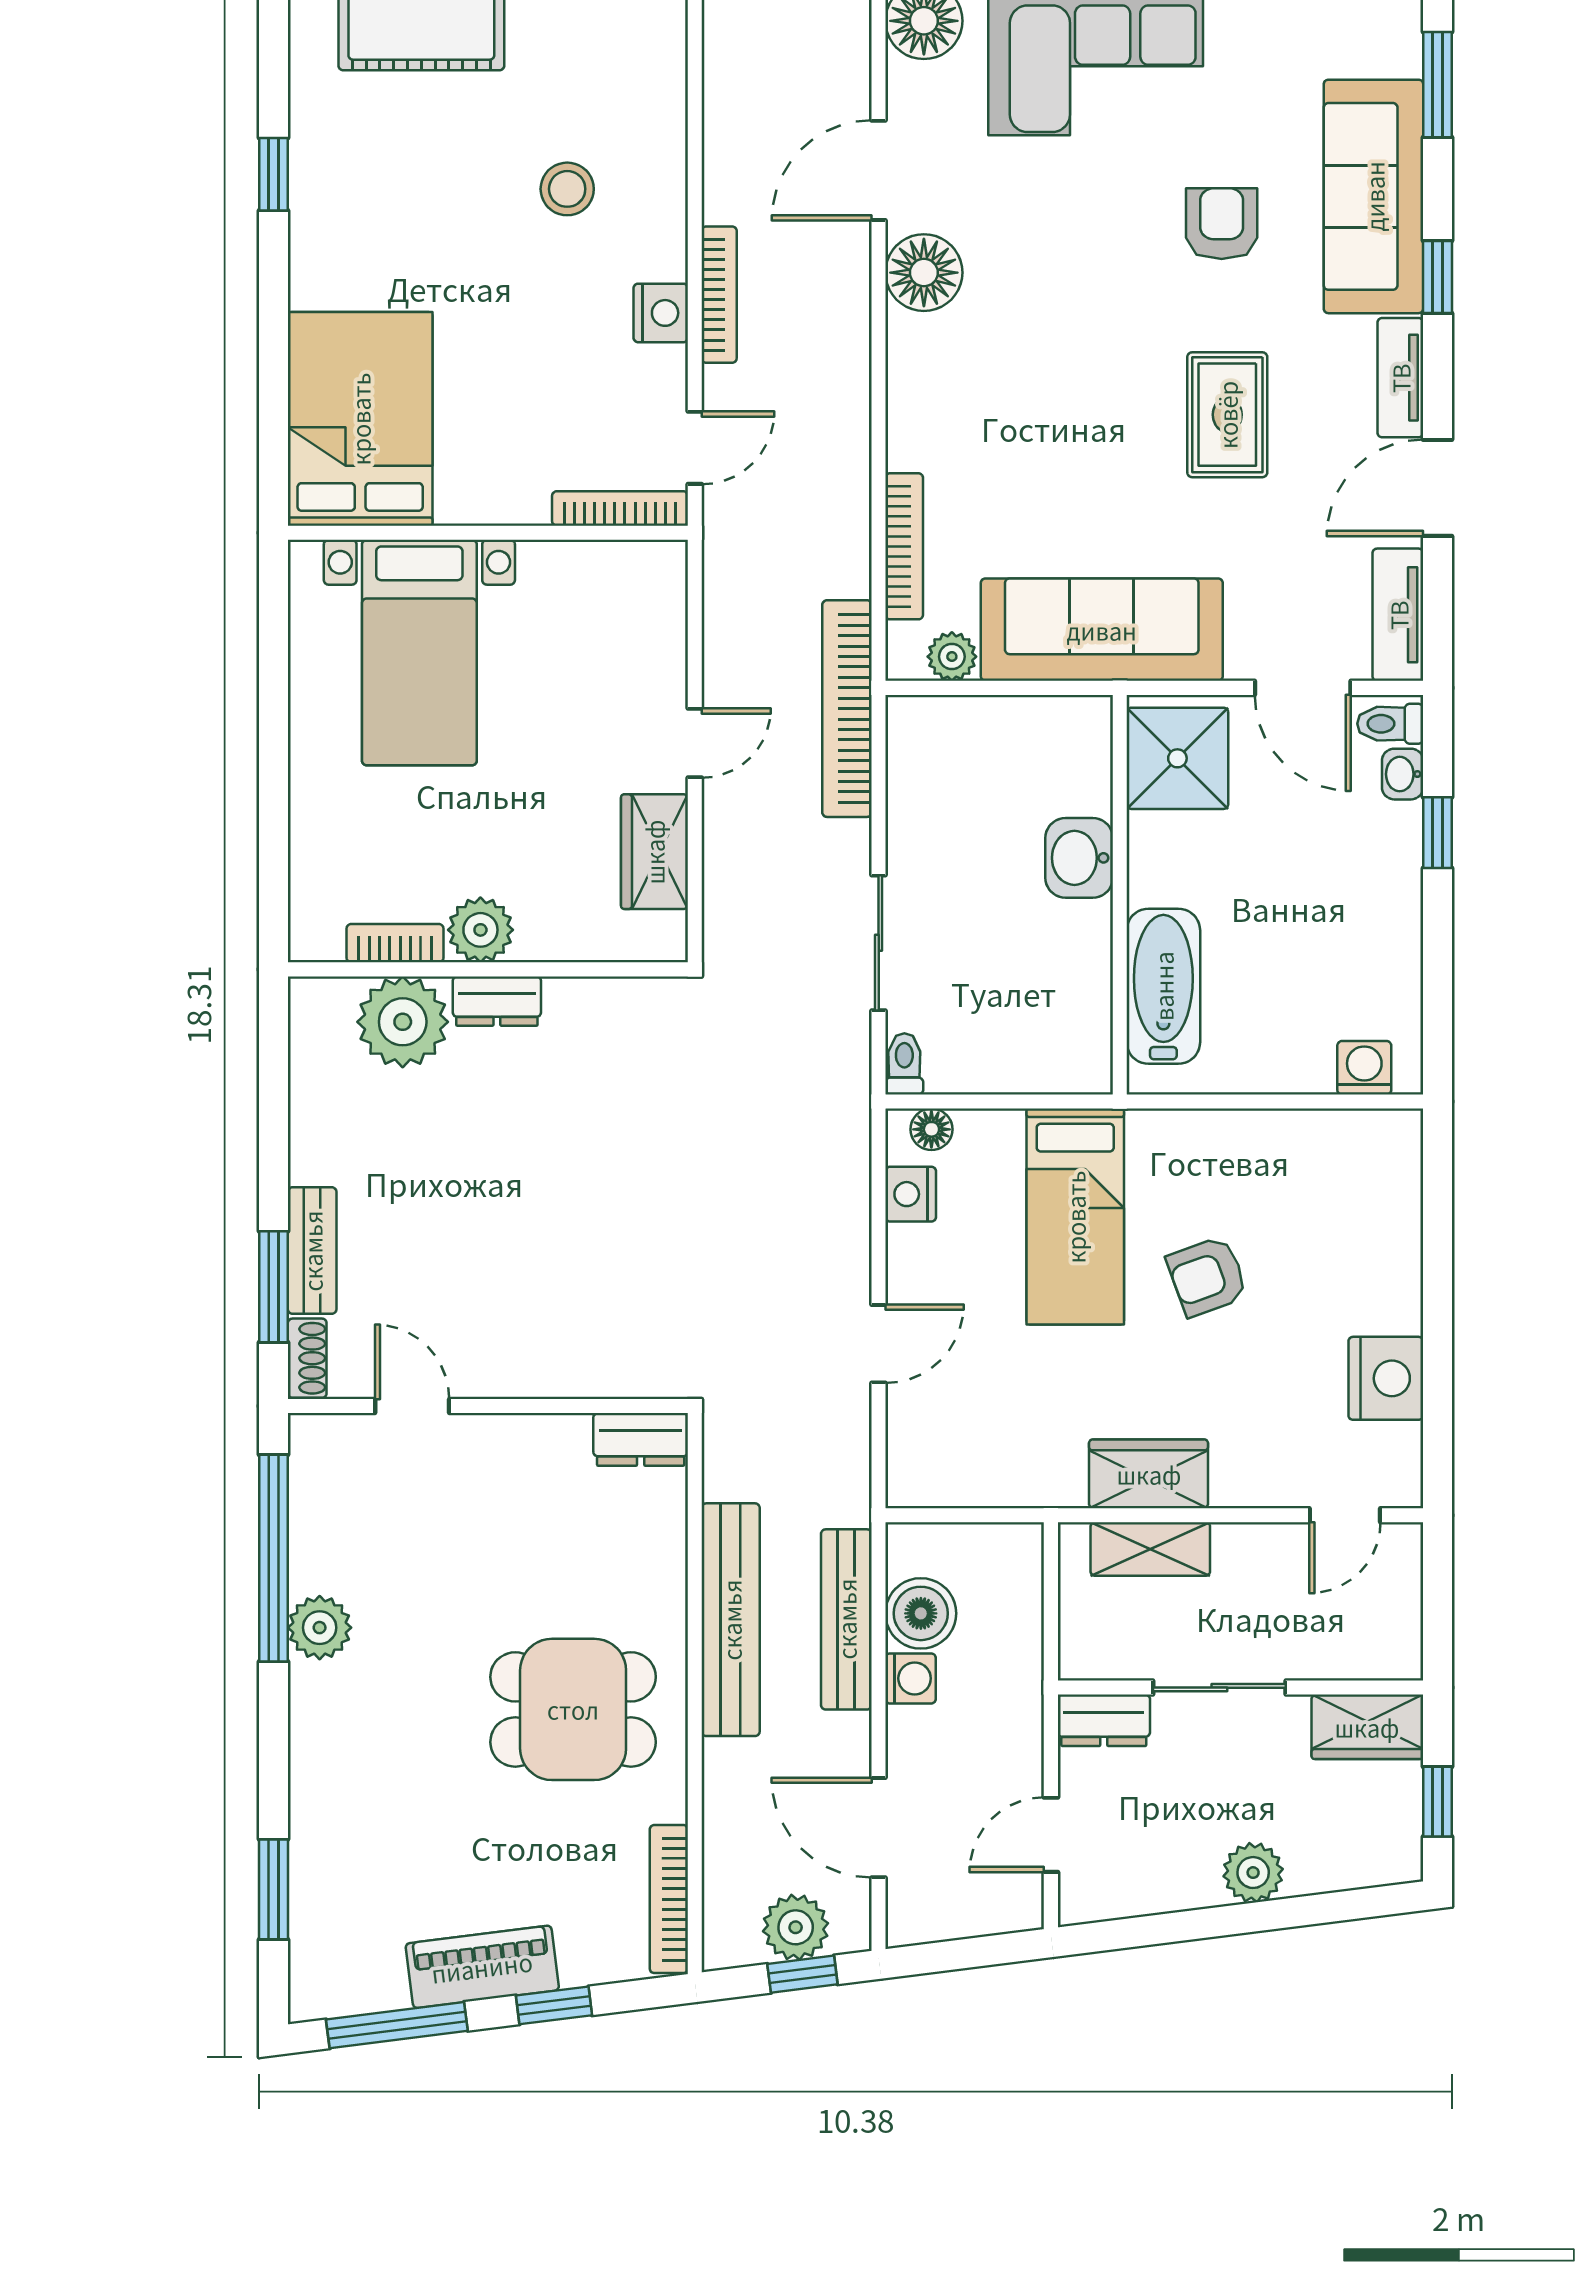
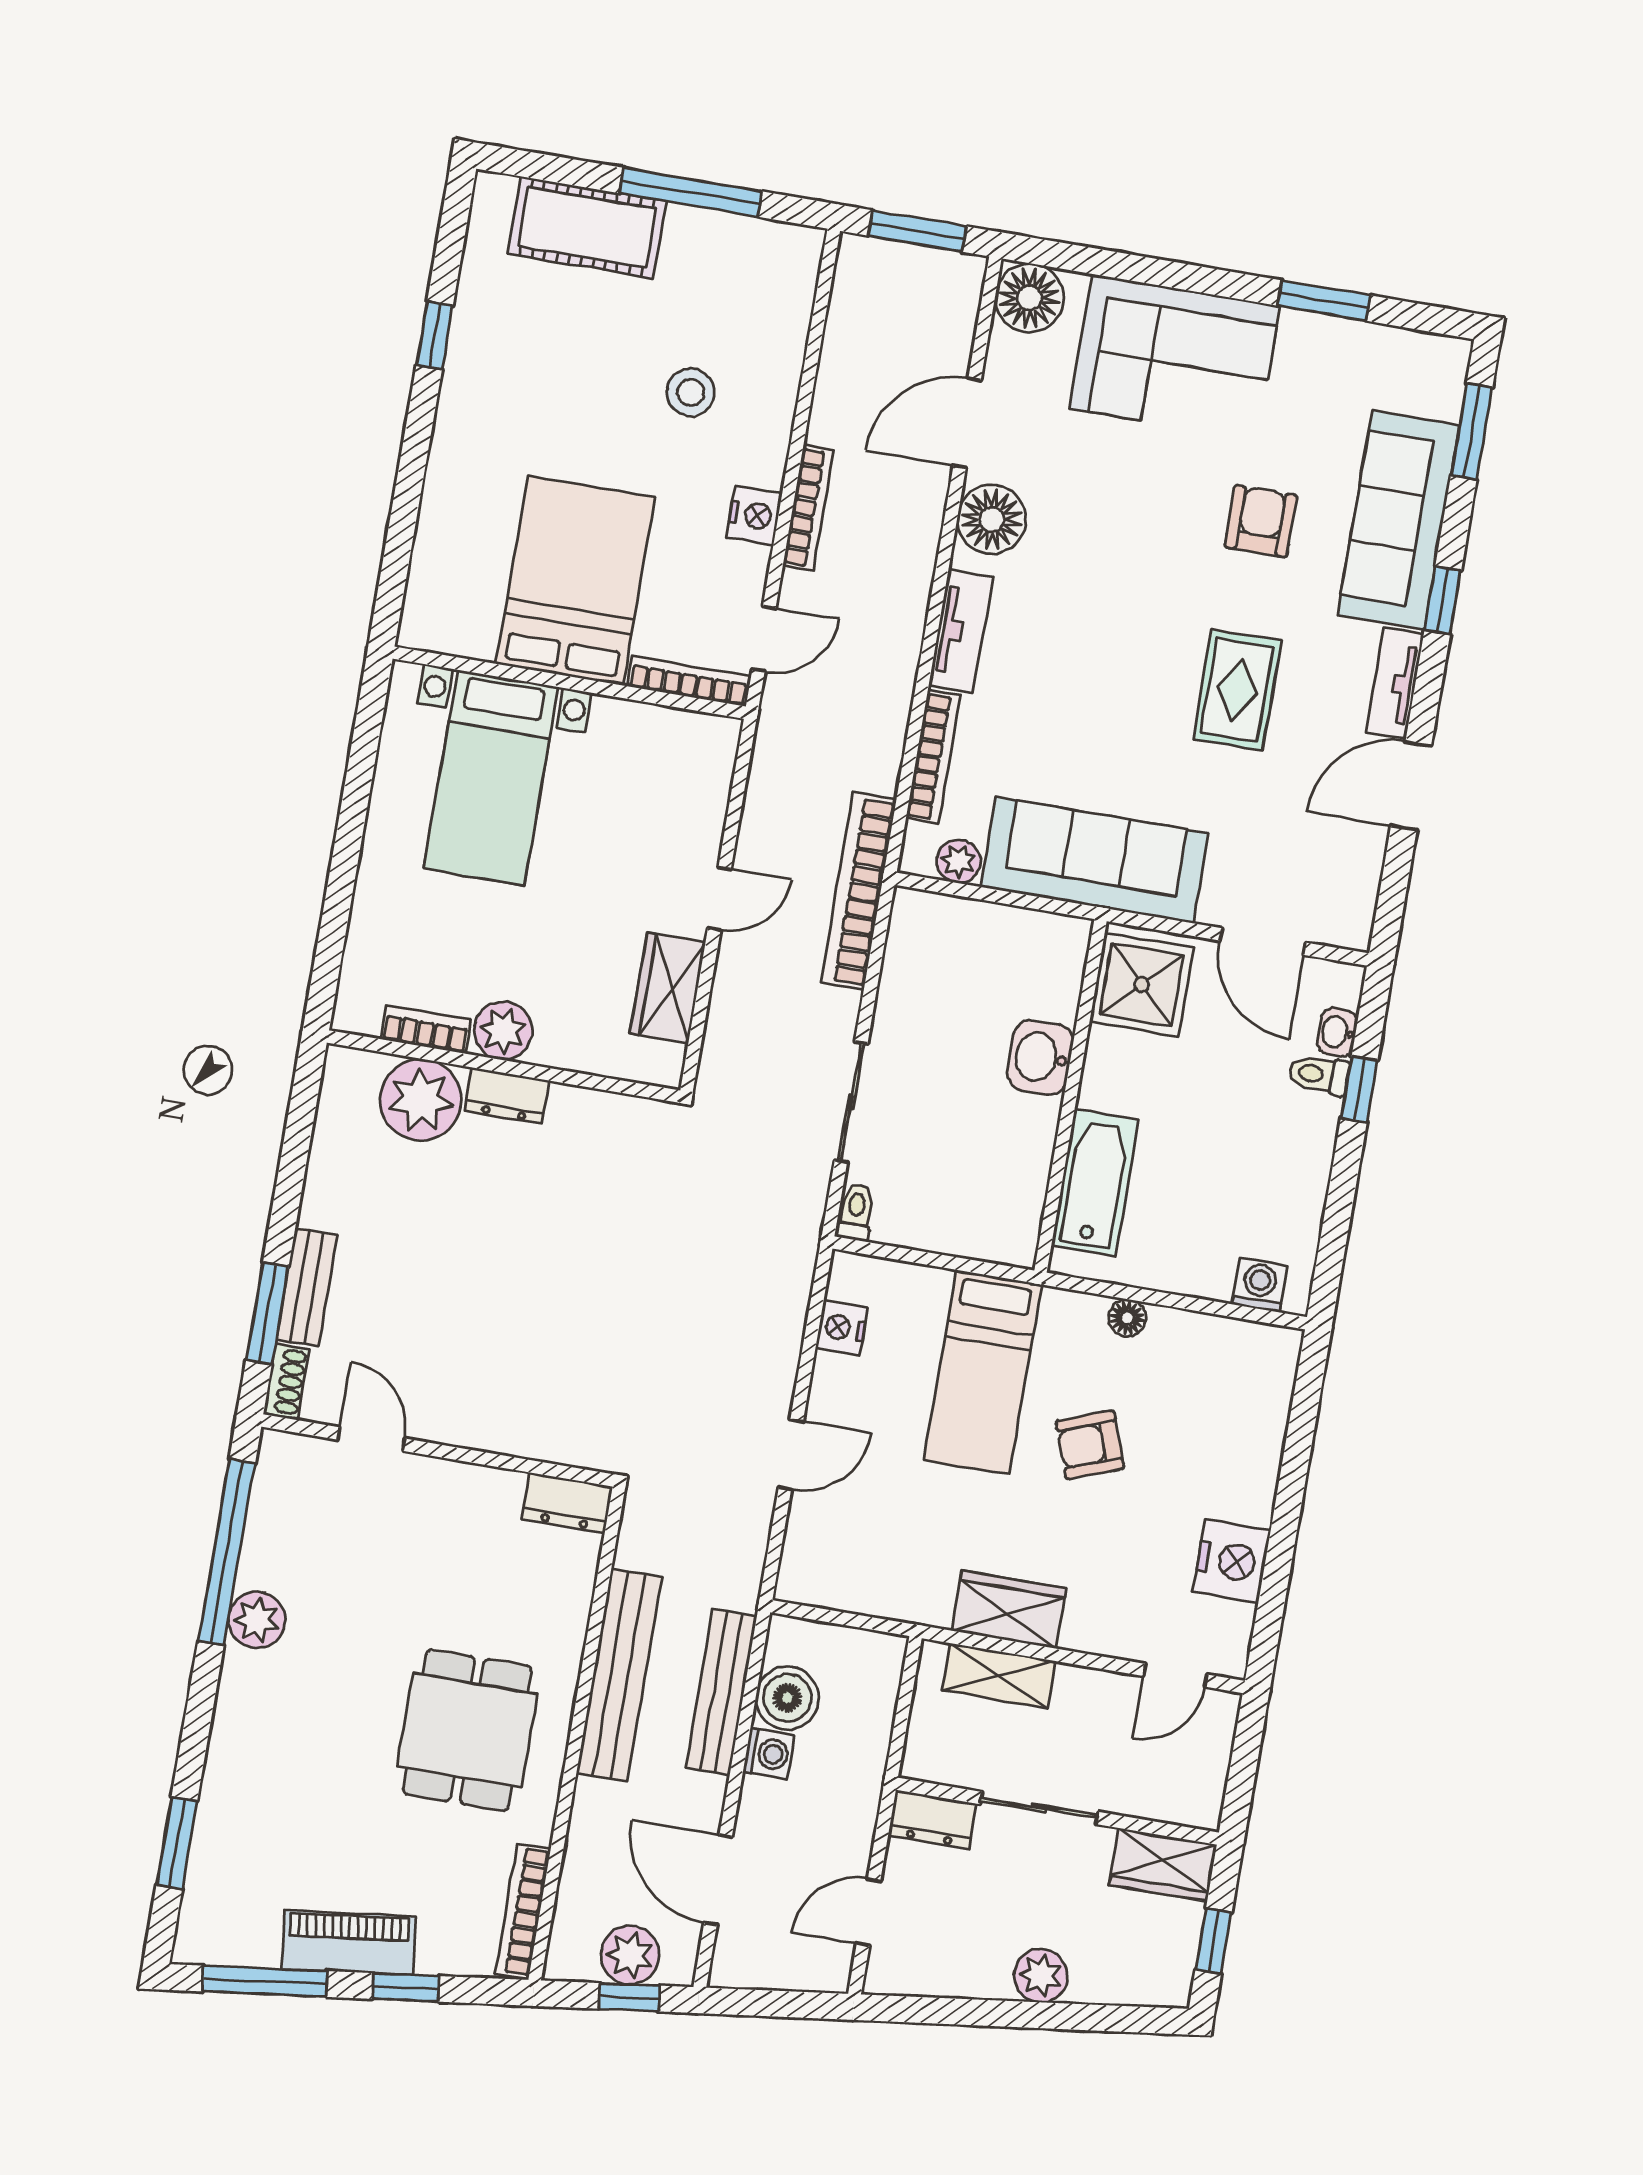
bed: (360, 419) -> (575, 581), moved
tv unit: (1398, 615) -> (961, 631), moved, turned 180
toilet: (1390, 724) -> (1319, 1075), moved
floor lamp: (931, 1129) -> (1127, 1318), moved
dining table: (573, 1709) -> (467, 1730), turned 90

